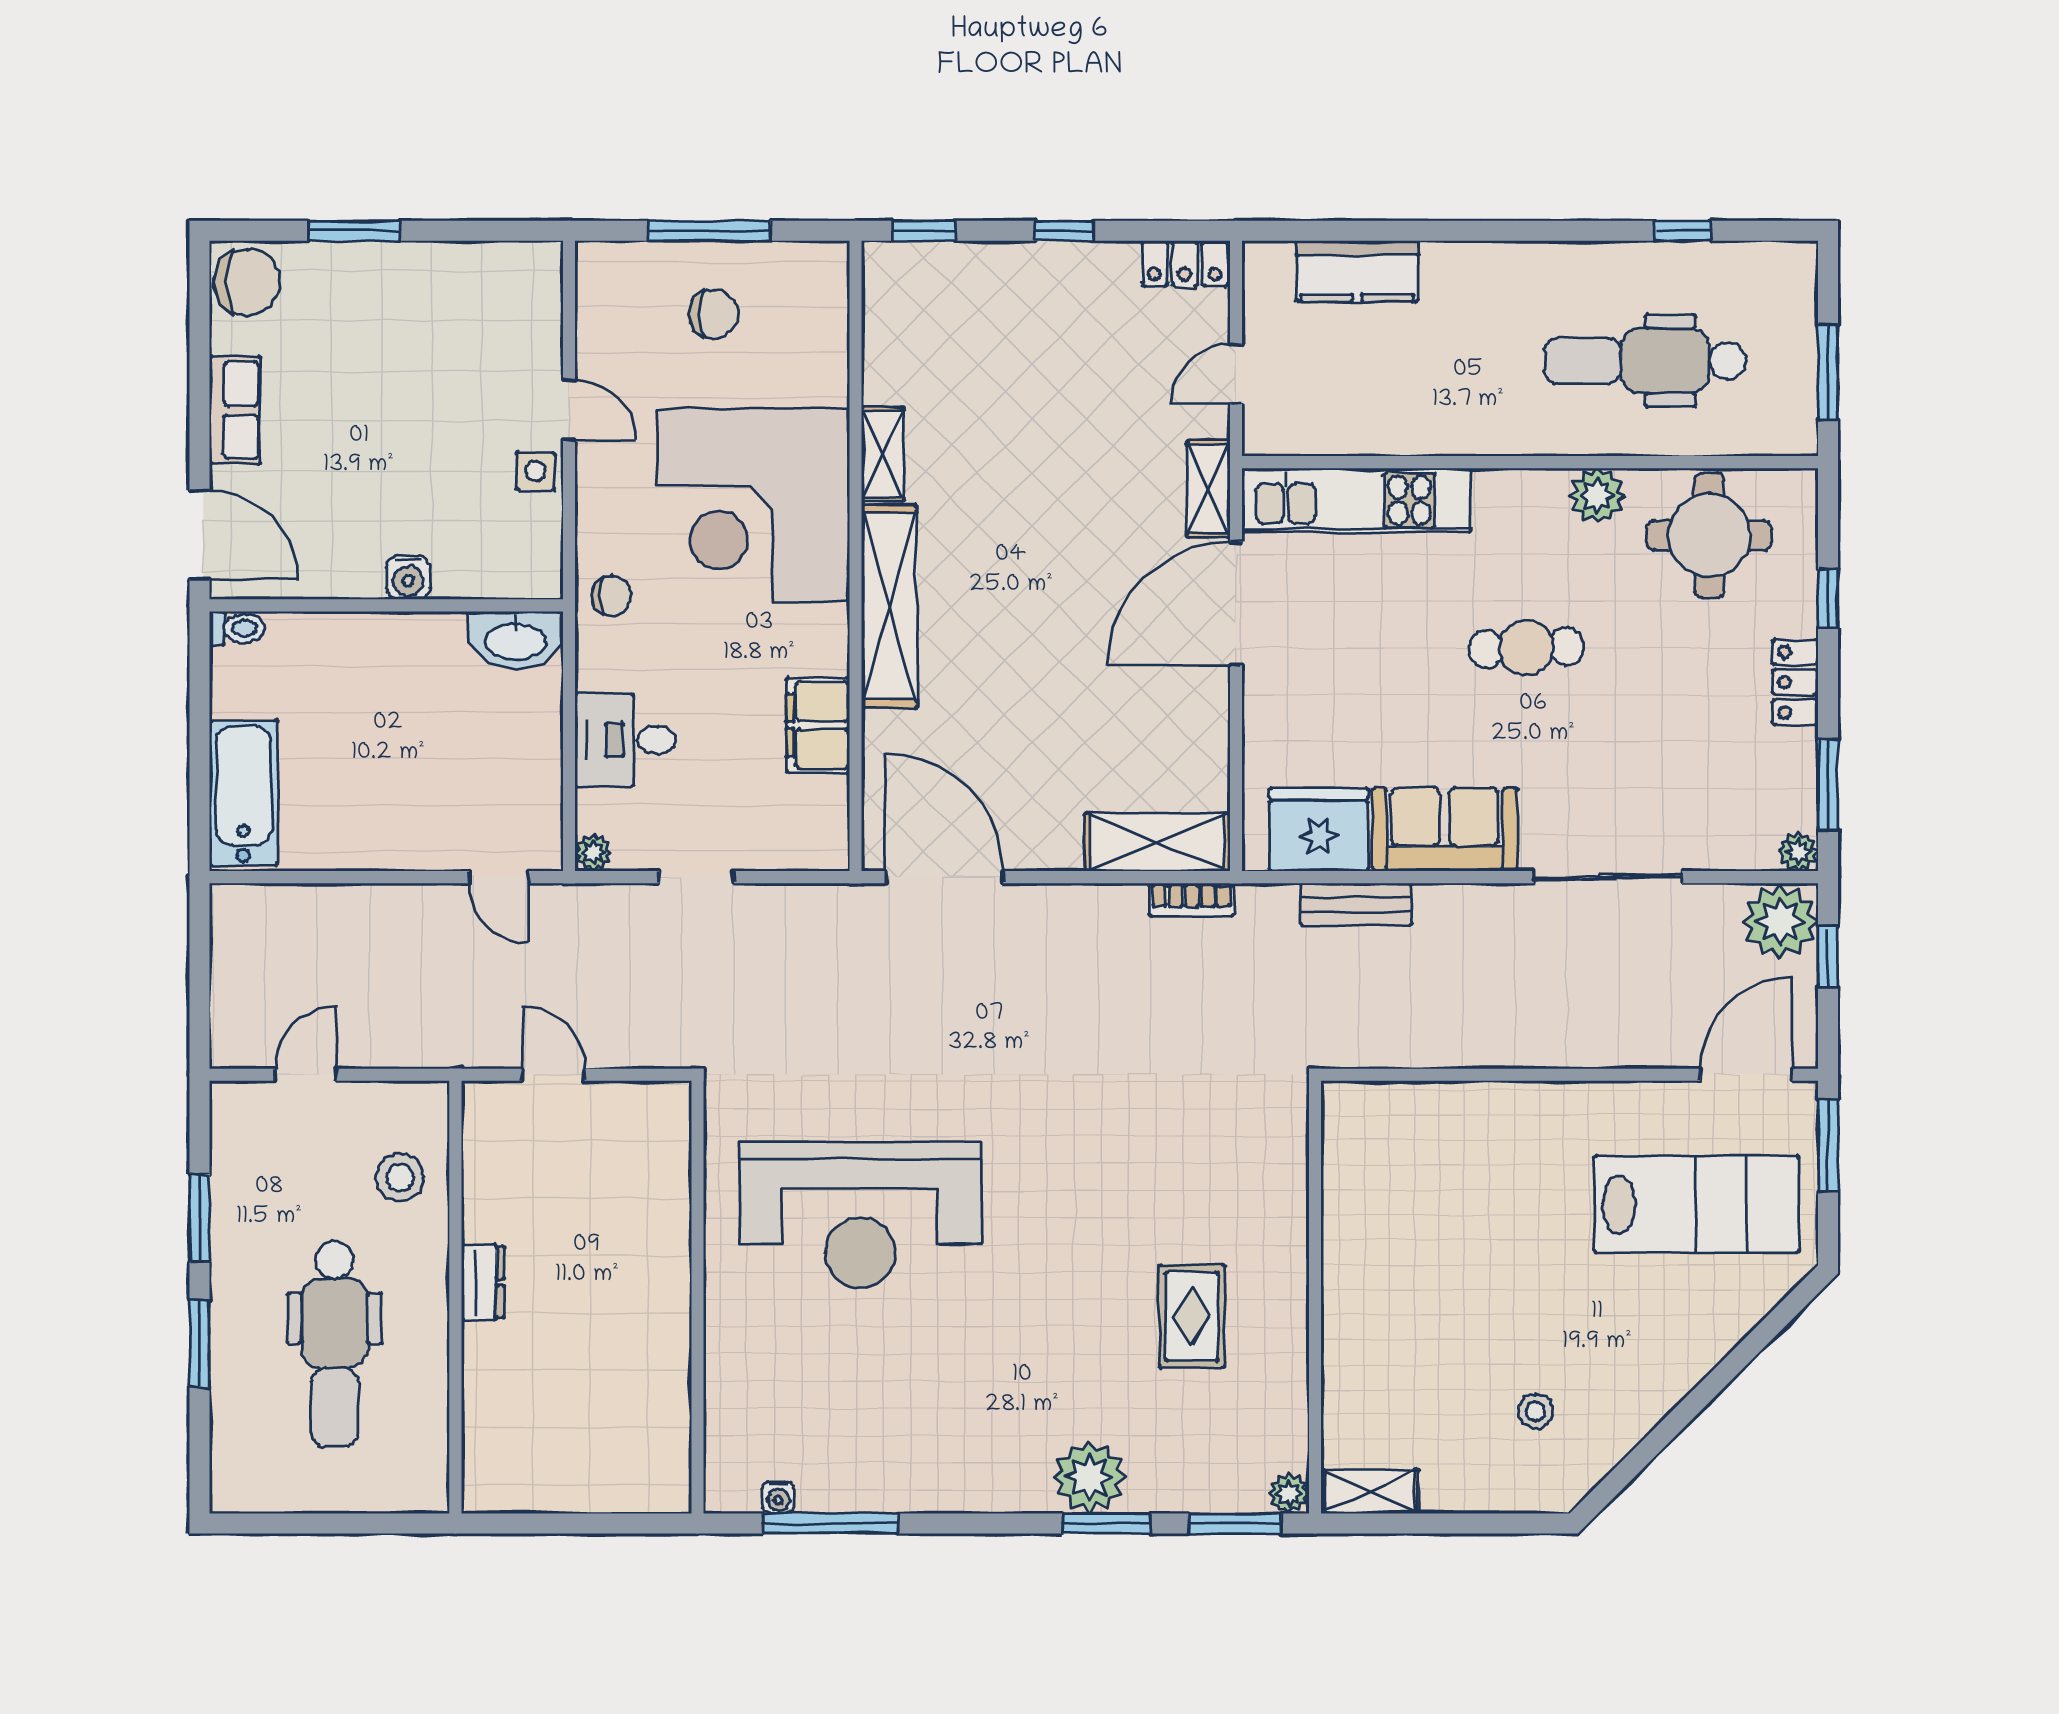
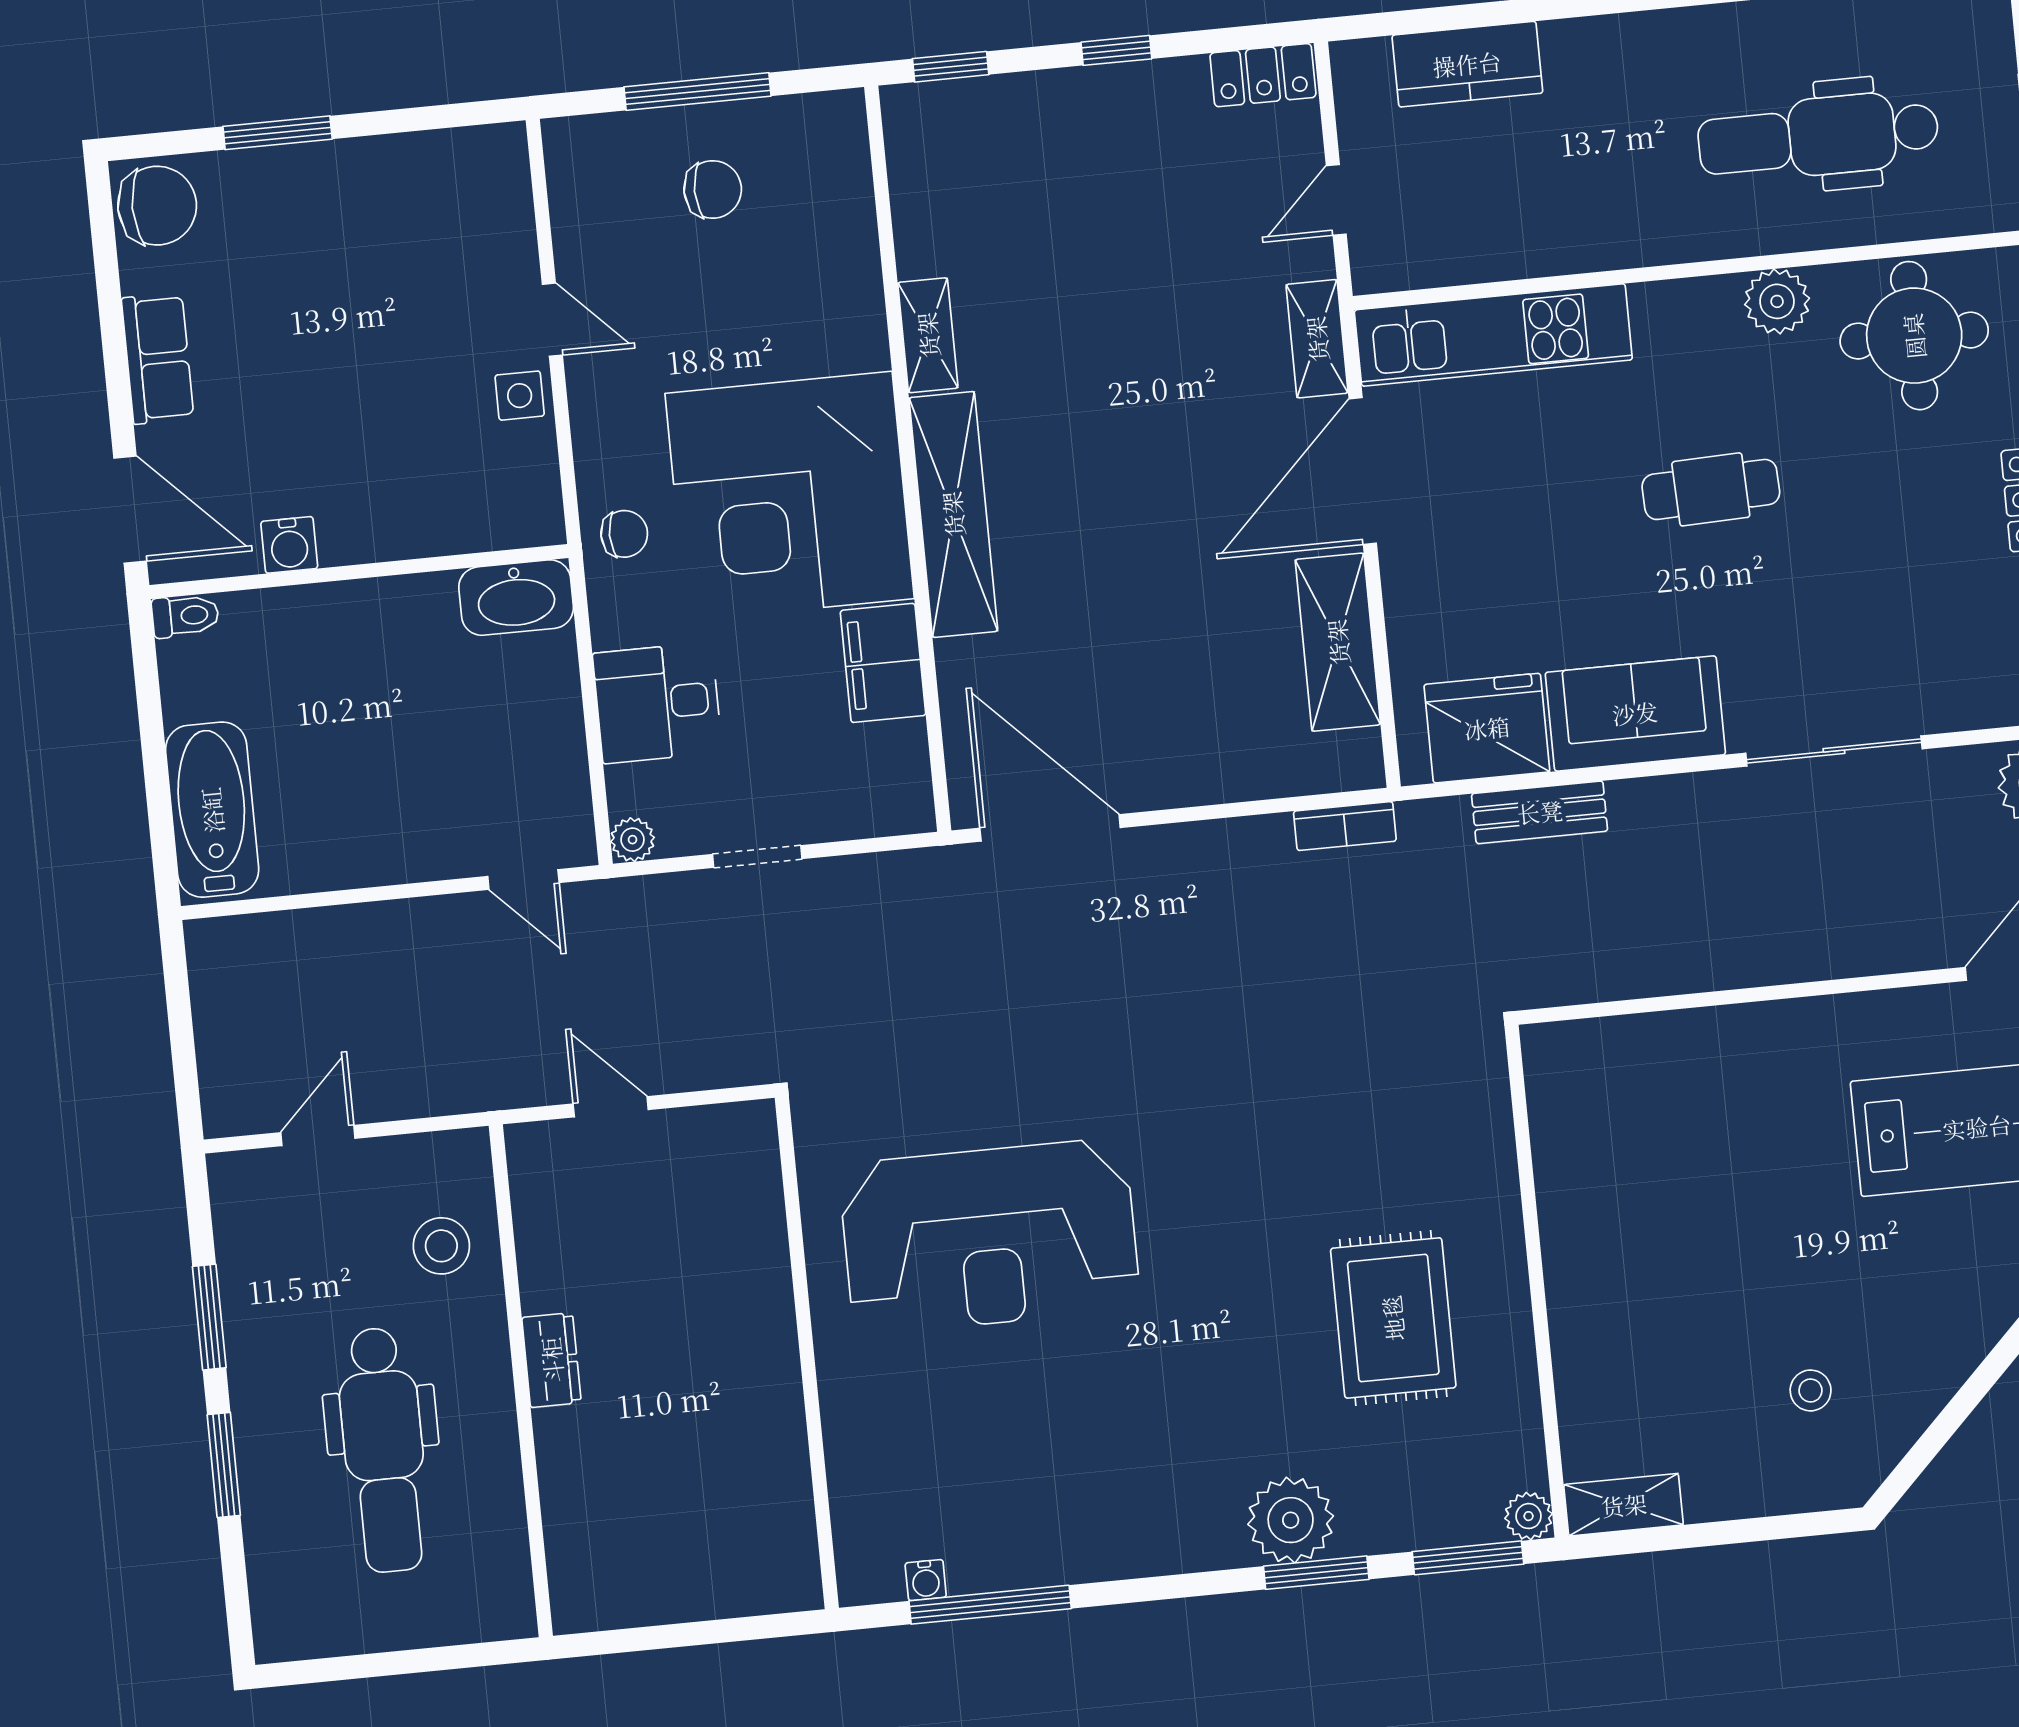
corner desk: (753, 505) -> (790, 496), moved
water cooler: (408, 577) -> (289, 545), moved
shelving: (1157, 842) -> (1338, 642), moved, turned 90
rug: (1192, 1316) -> (1393, 1318), width x1.36, depth x1.43

